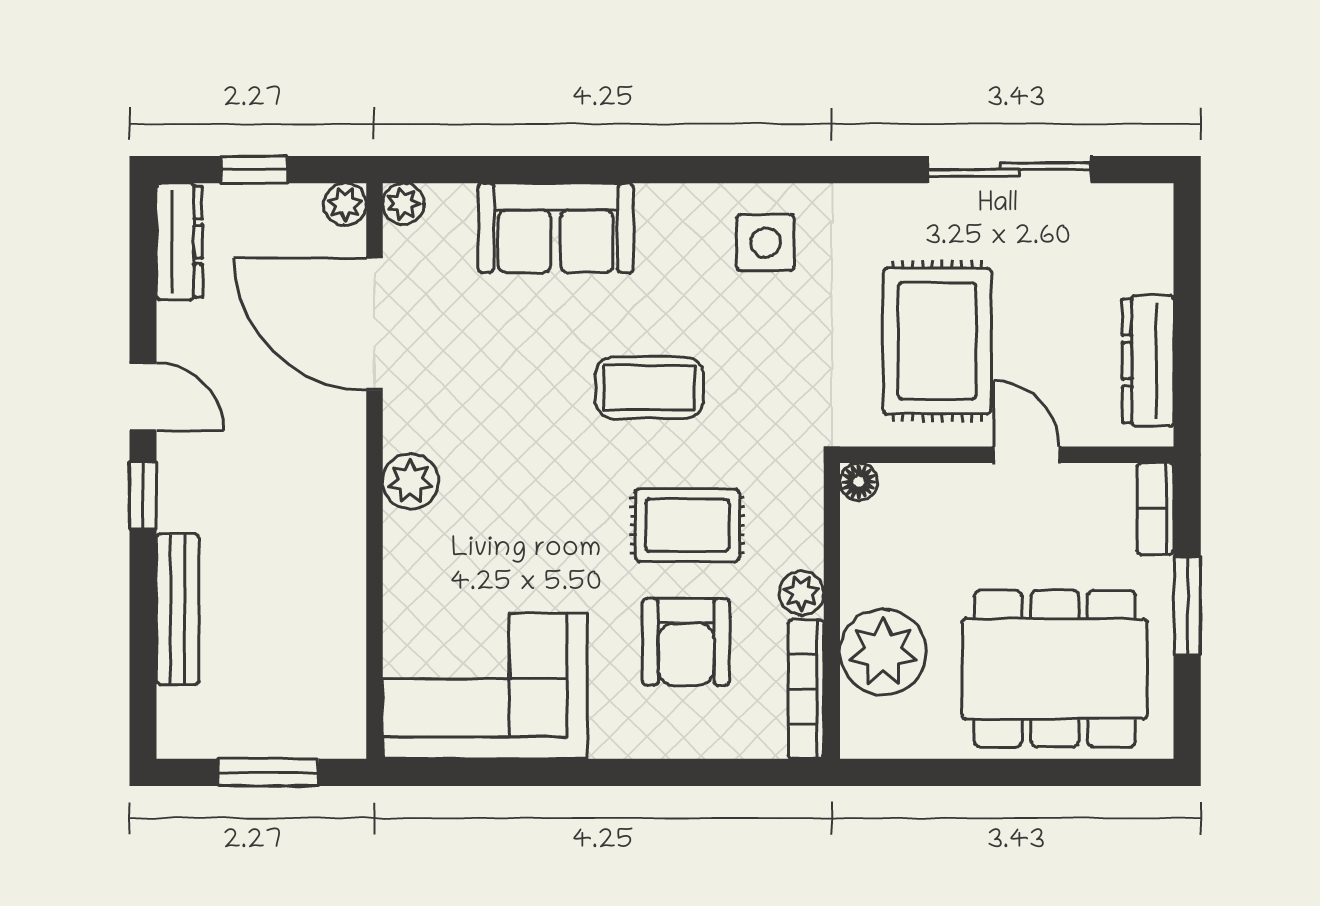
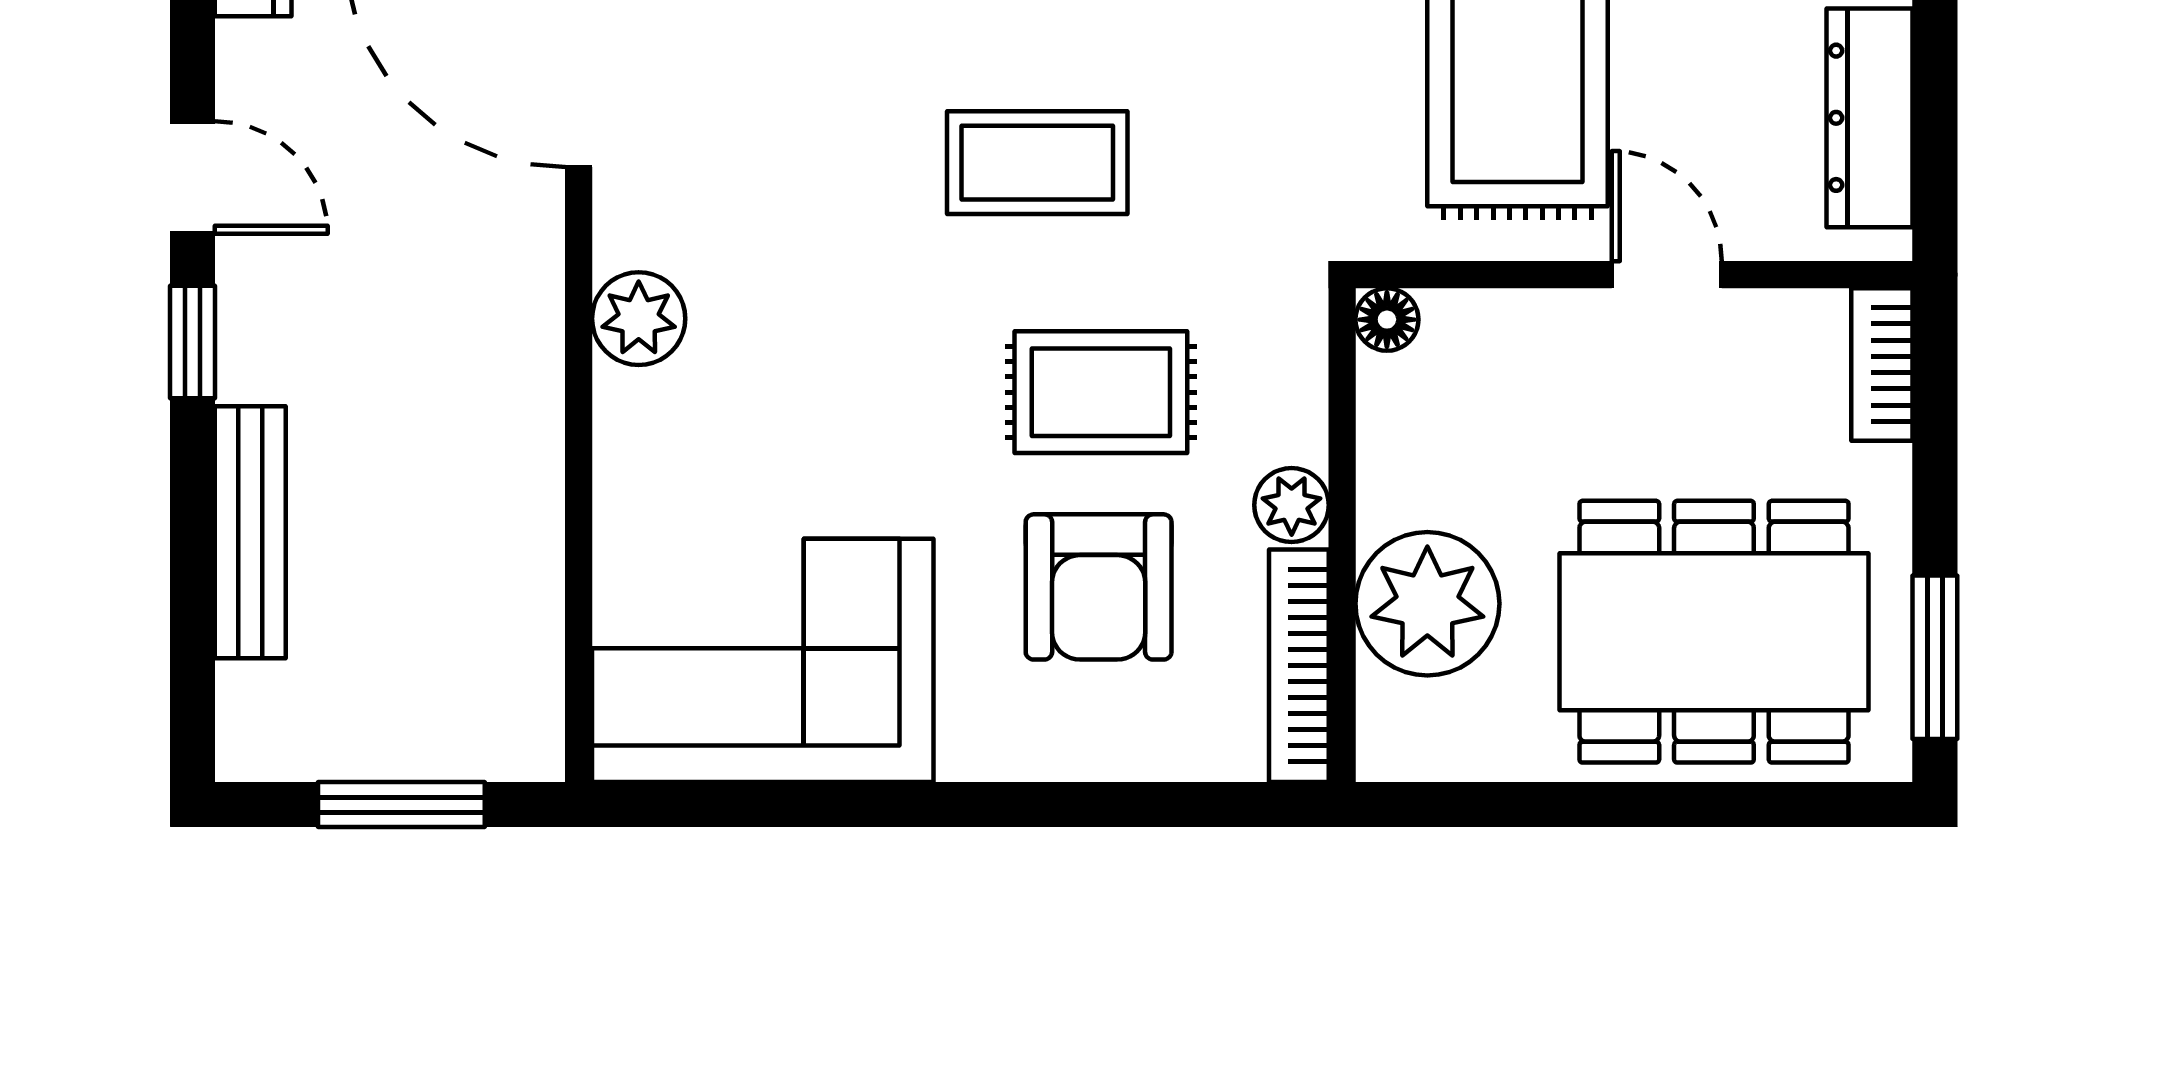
window: (1187, 606) -> (1935, 657), moved

